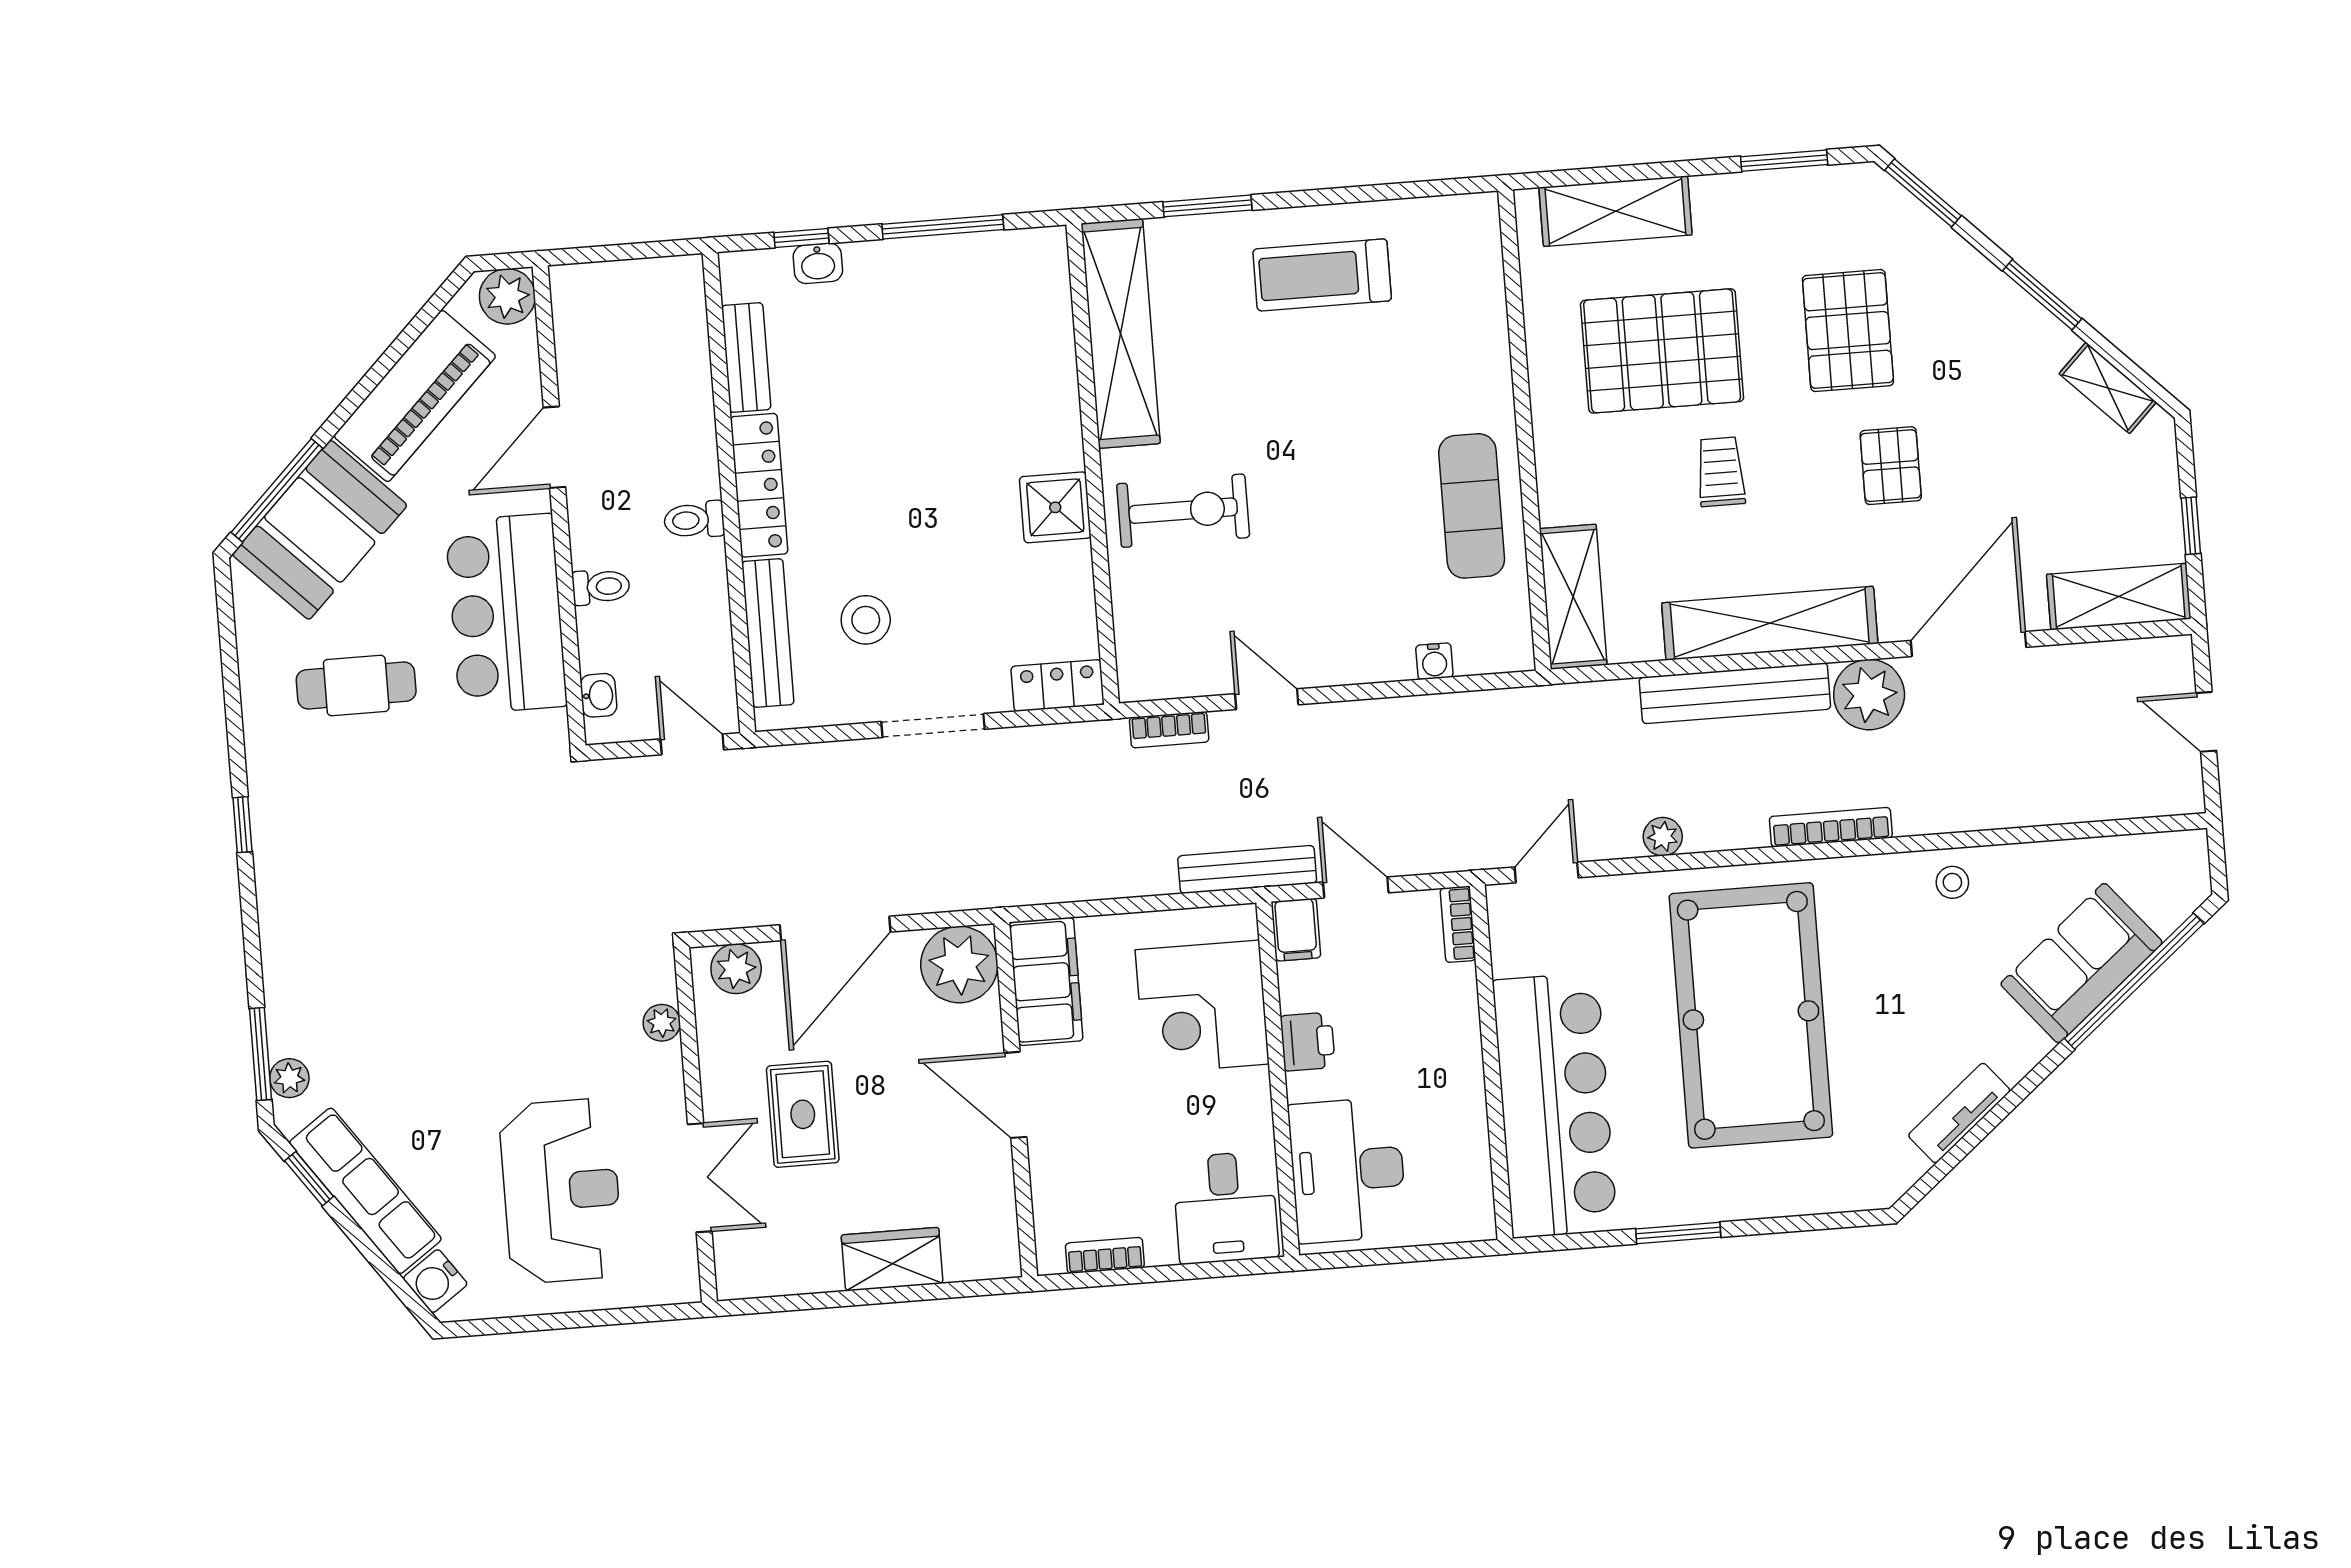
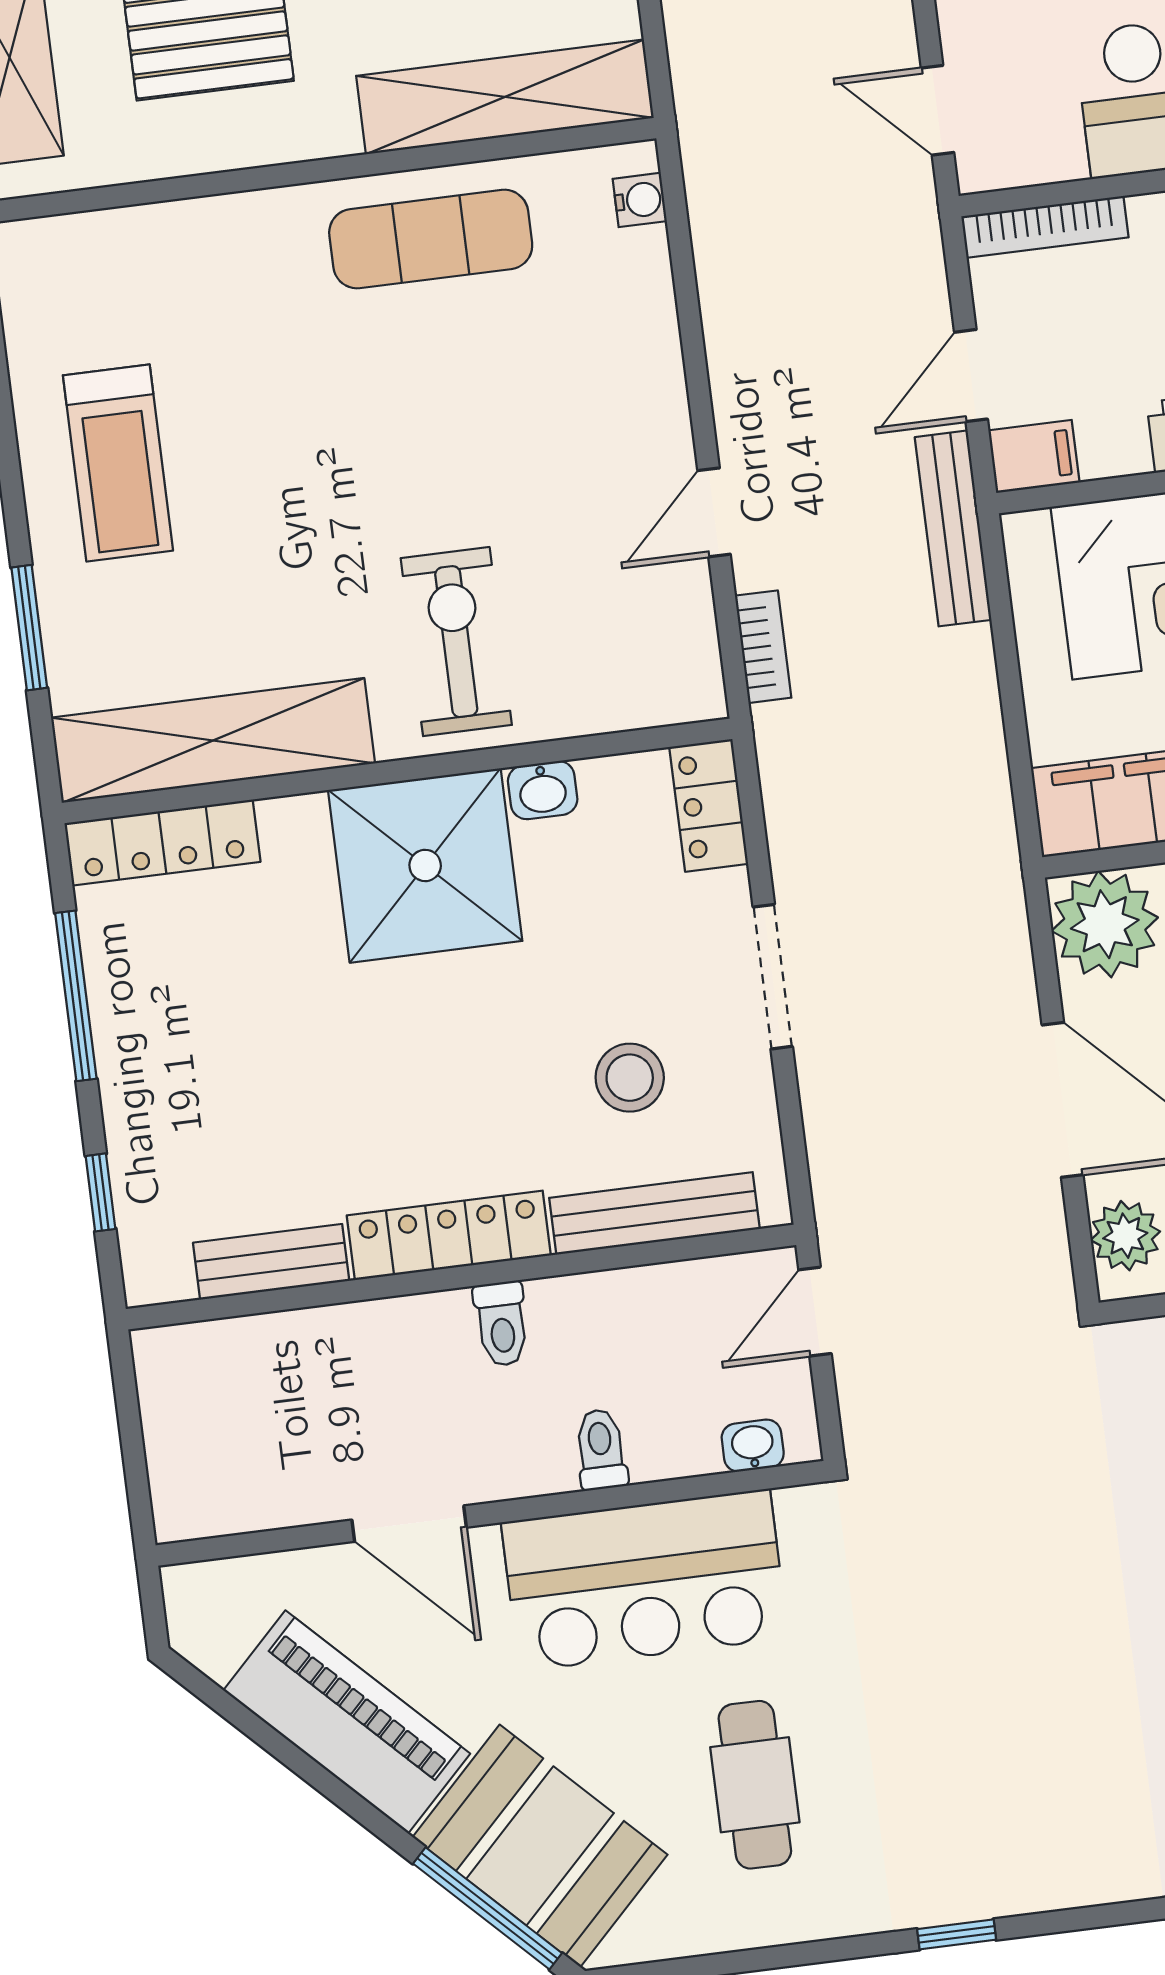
washbasin: (818, 263) -> (543, 790), moved, turned 90
locker: (1049, 294) -> (162, 843), added
plant: (507, 296) -> (202, 1599), removed
shower: (1055, 507) -> (425, 865), width x1.86, depth x1.86
shelving: (1573, 597) -> (505, 97), width x1.47
water cooler: (1434, 661) -> (640, 200), moved
bookcase: (1458, 924) -> (1045, 227), width x1.56

